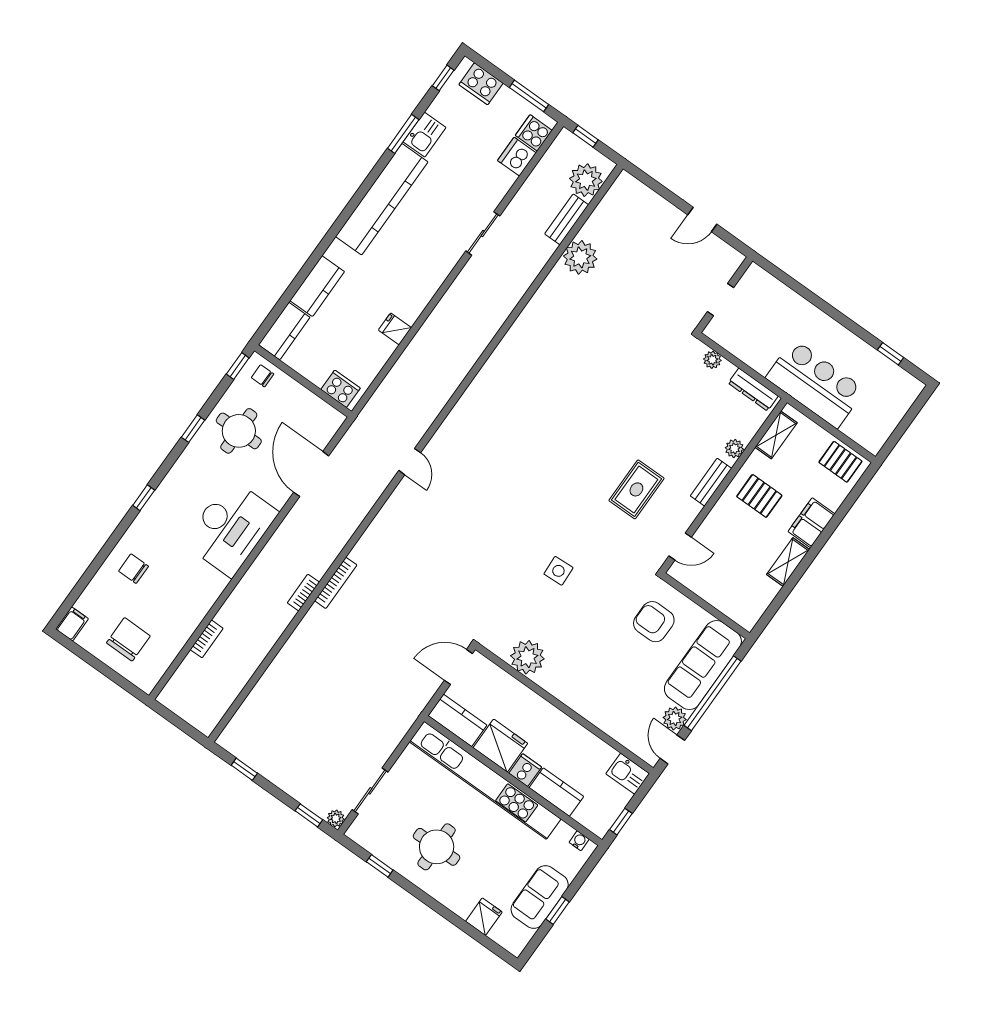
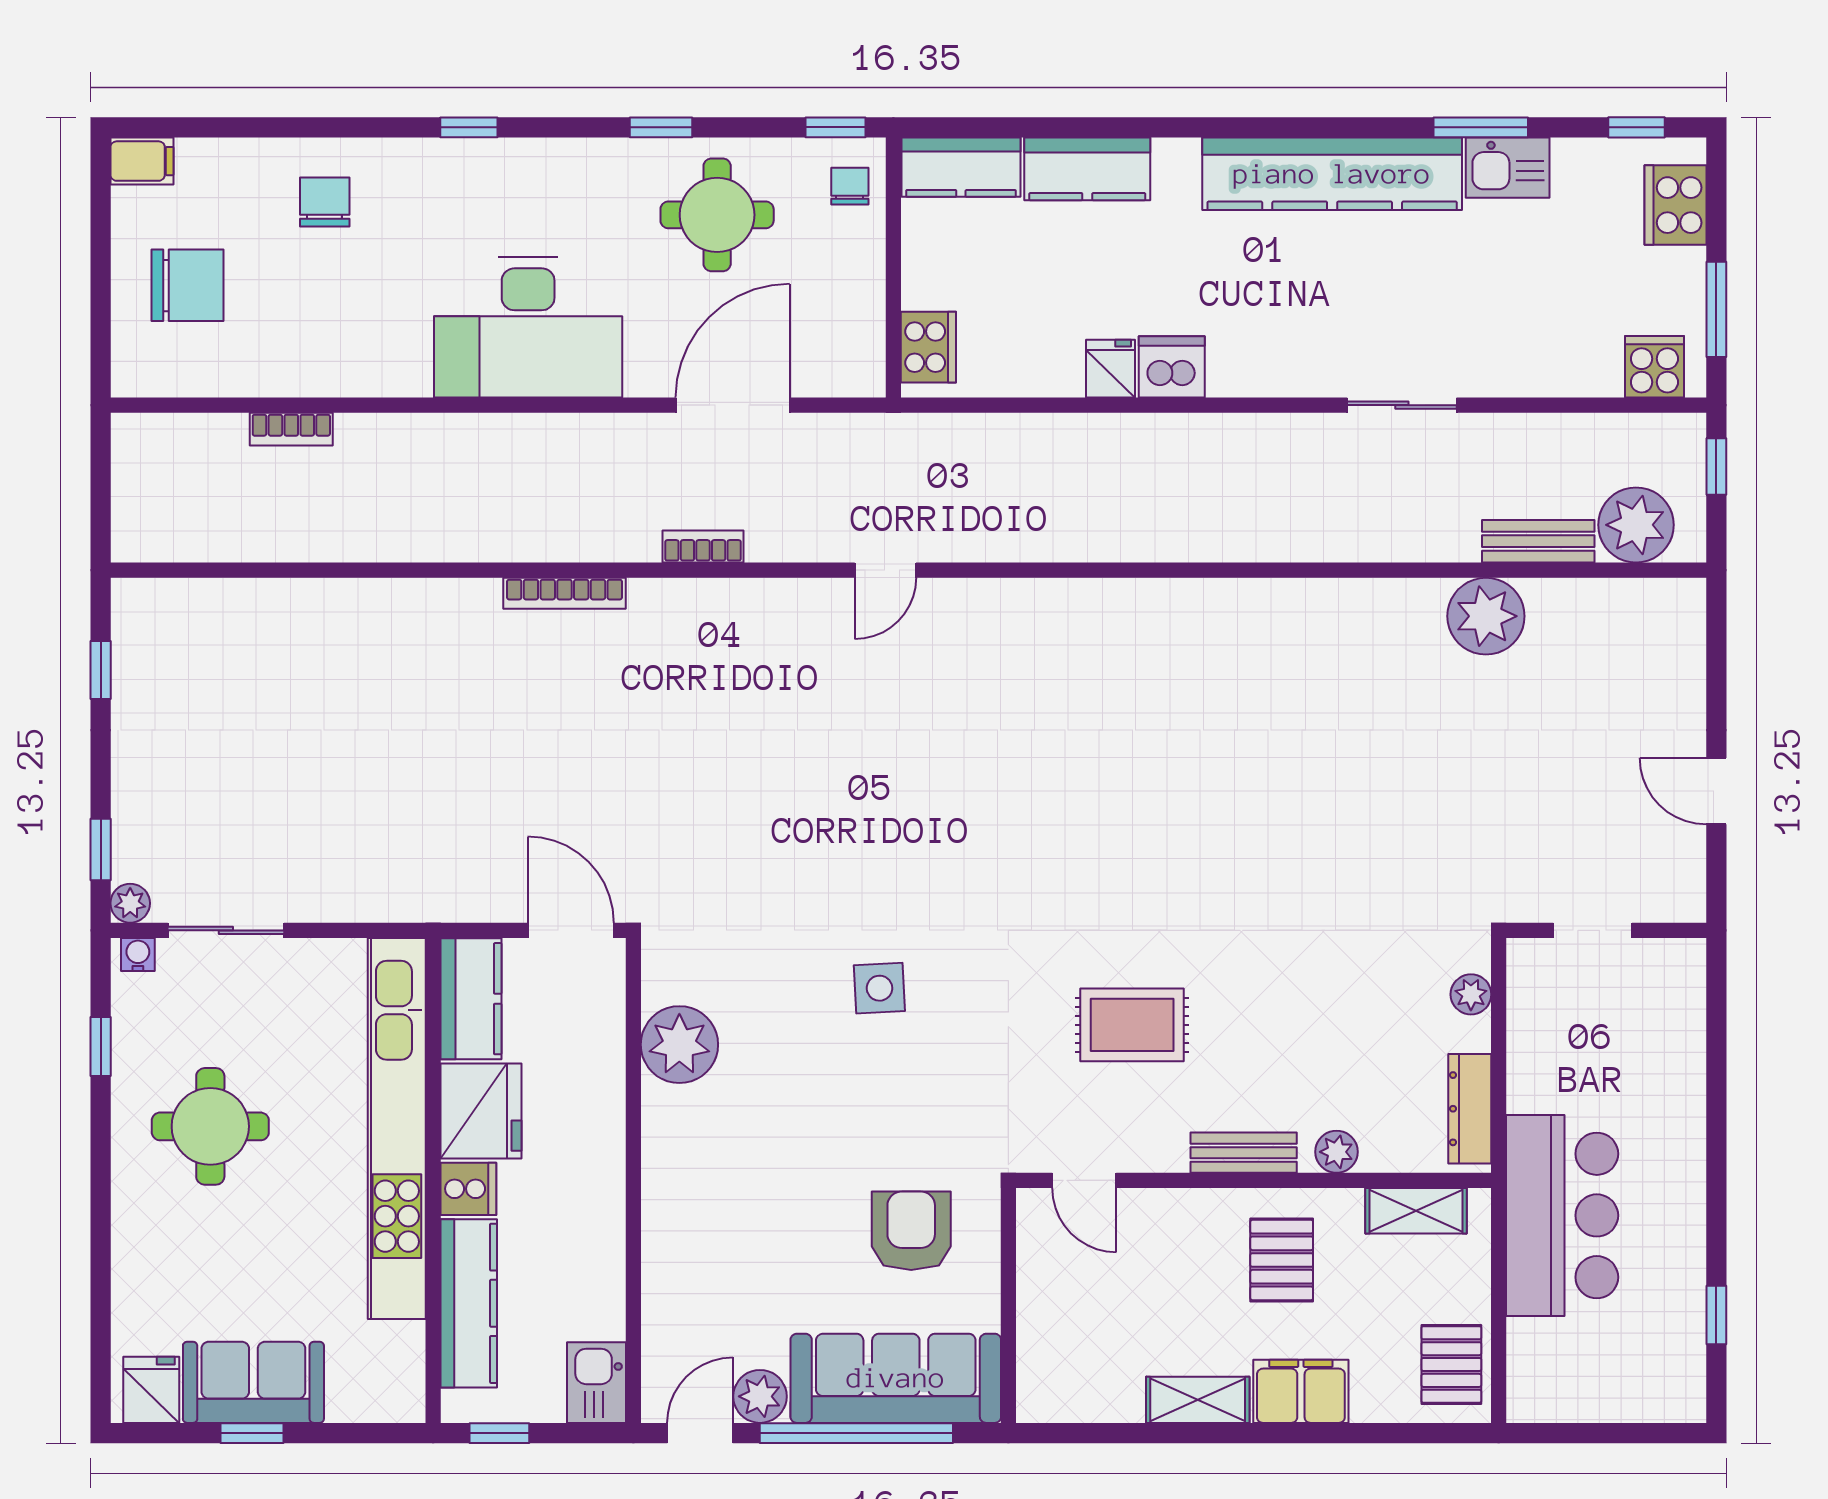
dishwasher: (517, 157) -> (1172, 367), moved
bookcase: (303, 593) -> (703, 546), moved
kitchen counter: (556, 792) -> (469, 1303), width x1.50
water cooler: (579, 841) -> (138, 954), moved, turned -90
fridge: (484, 917) -> (151, 1390), moved, turned -90

